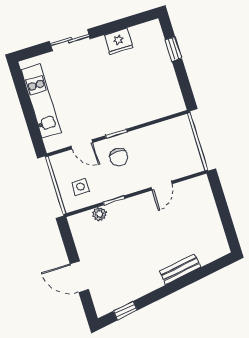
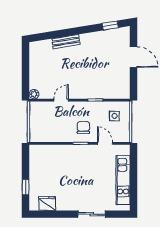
fridge: (119, 41) -> (47, 203), moved
plant: (99, 214) -> (34, 94), moved

